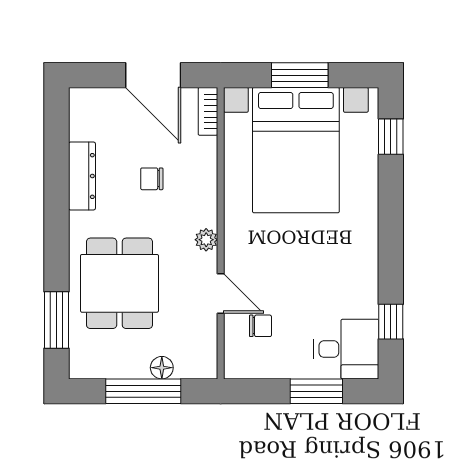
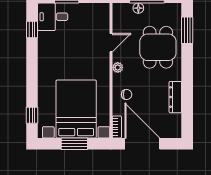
door: (153, 75) -> (142, 144), width x1.36
chair: (152, 179) -> (127, 95), moved
door: (221, 294) -> (111, 43), swing flipped
chair: (260, 326) -> (93, 28), removed

